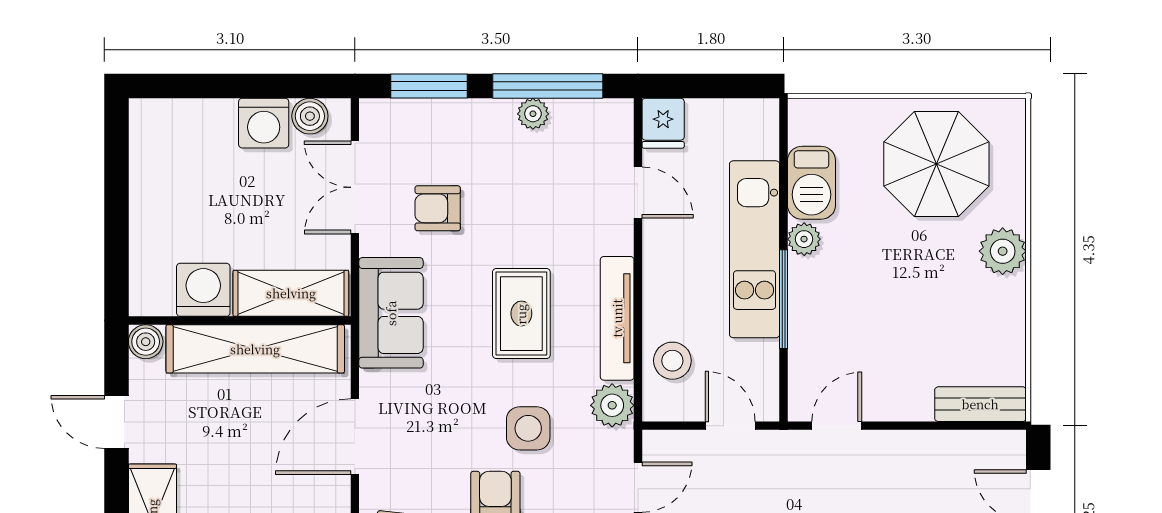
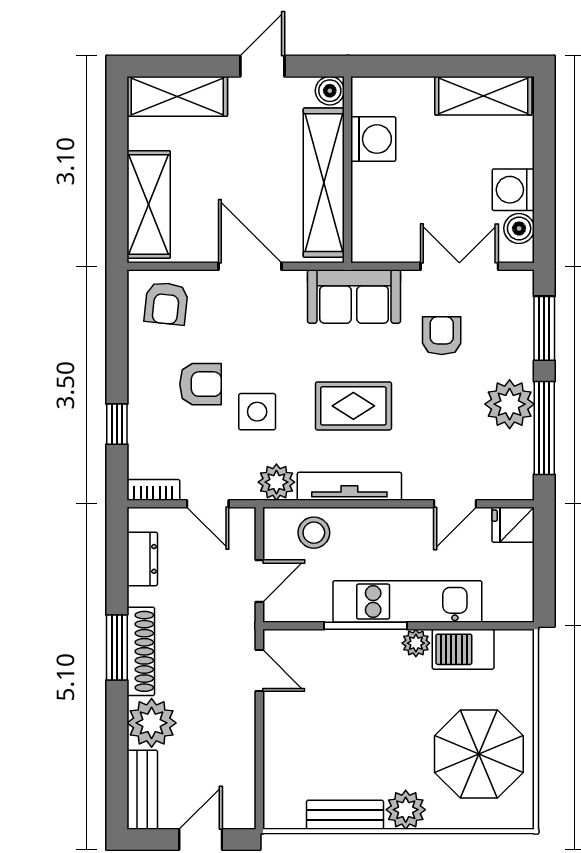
plant: (533, 114) -> (510, 404), width x1.88, depth x1.88
shelving: (291, 293) -> (483, 96), moved, turned 90
bench: (980, 404) -> (345, 815), moved, turned 90

